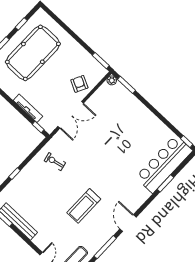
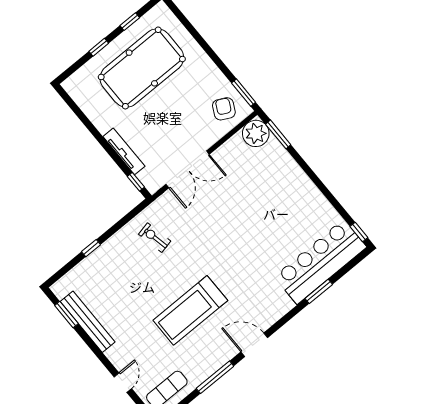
plant: (112, 80) -> (256, 133), width x1.87, depth x1.87
armchair: (79, 84) -> (224, 109), moved
treadmill: (84, 206) -> (190, 310), width x1.37, depth x1.37
door: (128, 223) -> (254, 345), hinge flipped

